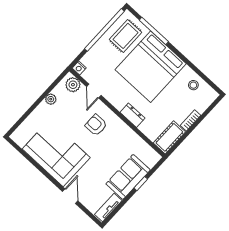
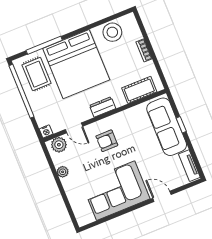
stool: (193, 85) -> (112, 32), width x1.89, depth x1.89
dresser: (132, 115) -> (103, 107), moved
cot: (169, 137) -> (139, 90), moved, turned 90
sofa: (128, 177) -> (167, 127), width x1.36

